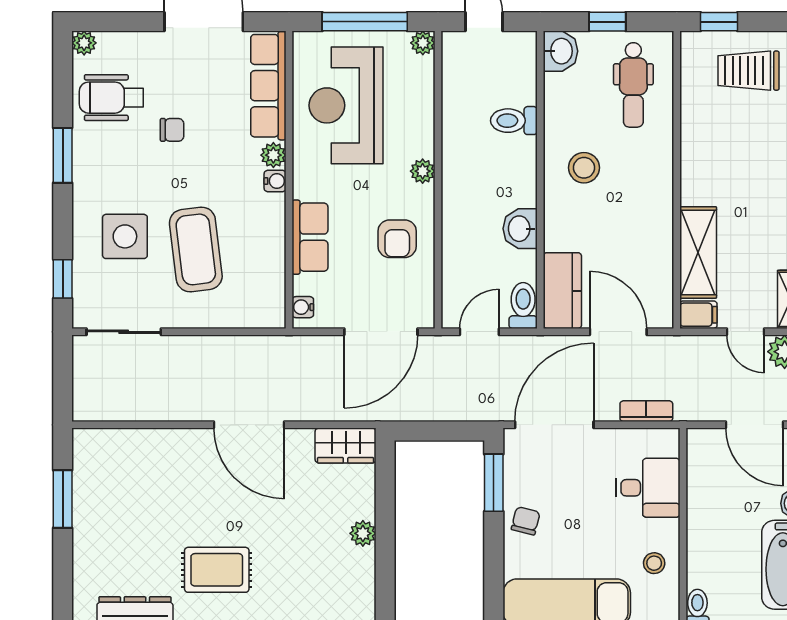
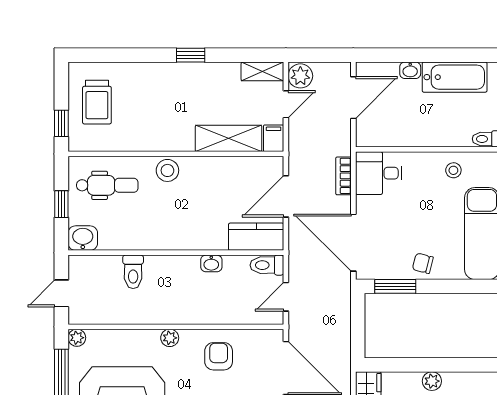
stool: (584, 168) -> (167, 170), moved
washbasin: (520, 229) -> (211, 263), width x0.72, depth x0.69
armchair: (397, 239) -> (219, 356), turned -90
door: (479, 332) -> (286, 297), hinge flipped
desk: (648, 488) -> (379, 173), moved, turned -90

